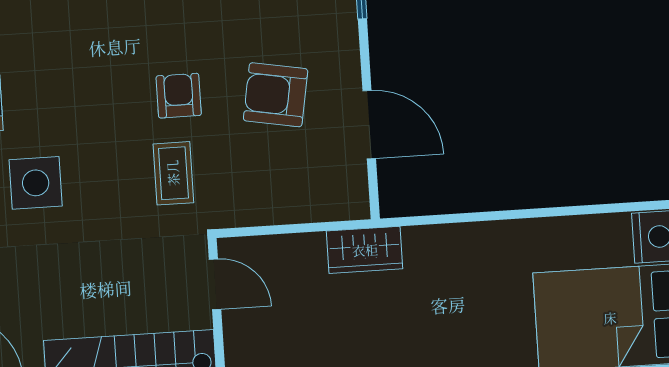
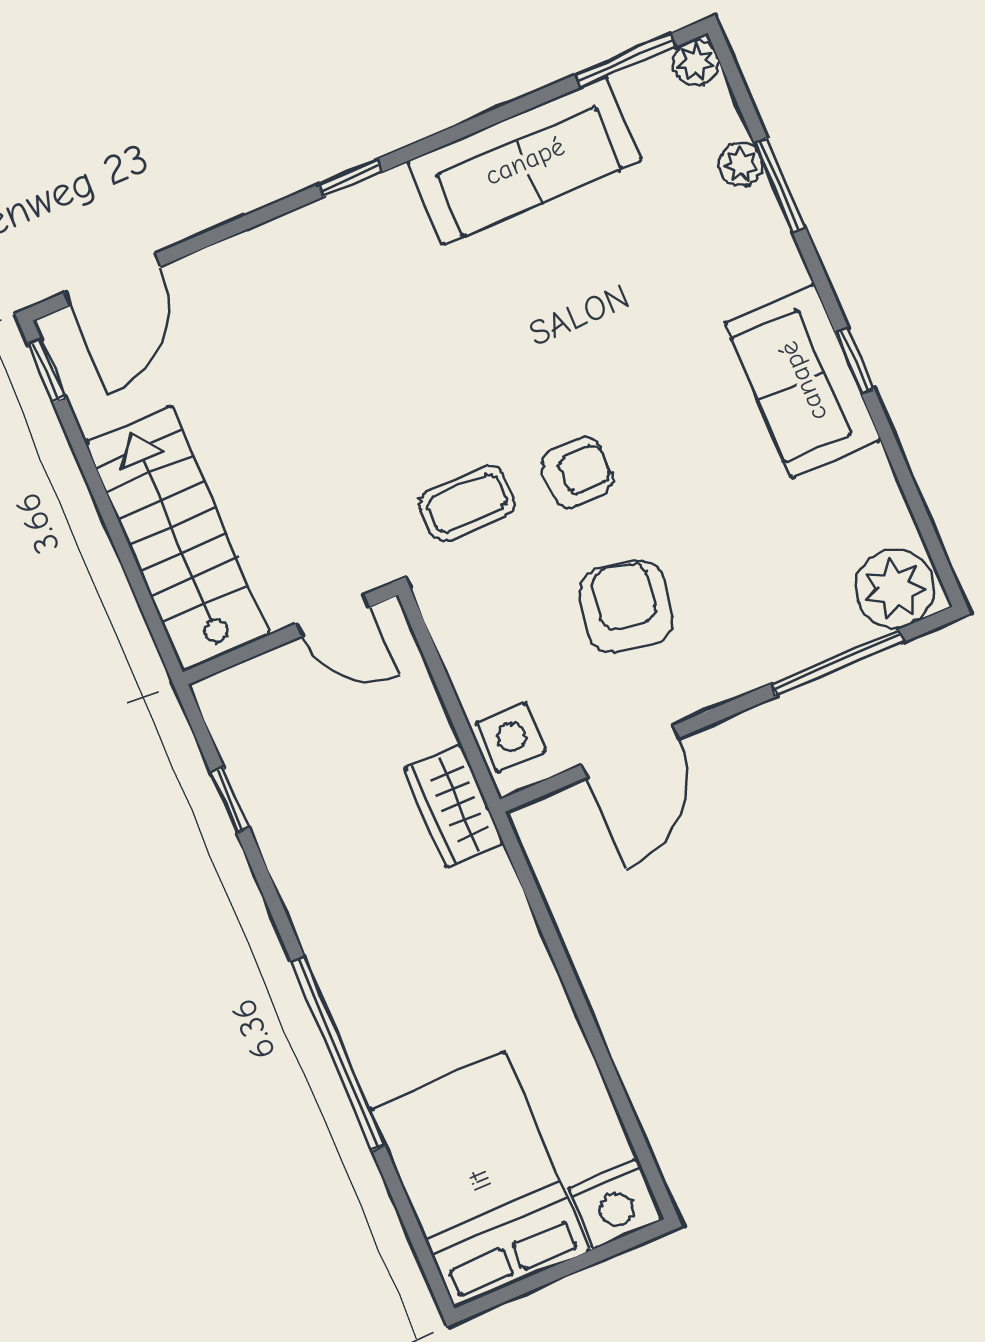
side table: (36, 183) -> (511, 737), moved, width x0.73, depth x0.73
door: (215, 284) -> (333, 615), hinge flipped

